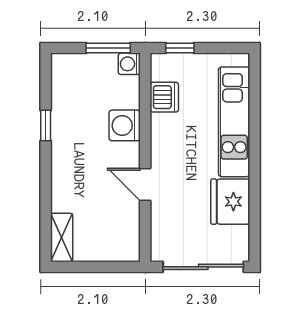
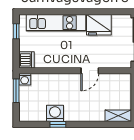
window: (180, 48) -> (16, 31), moved
dishwasher: (164, 97) -> (26, 60), moved, turned 90
washing machine: (125, 125) -> (55, 113), moved, turned 180

